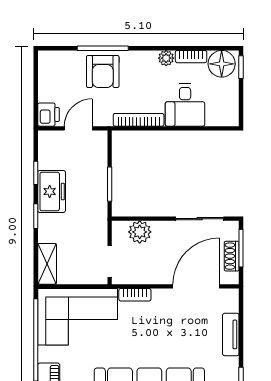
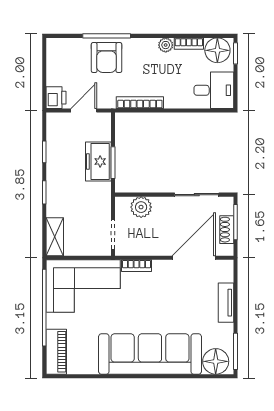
desk: (185, 105) -> (214, 90), moved, turned -90
freezer: (52, 191) -> (98, 162), moved, turned 180

